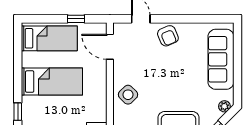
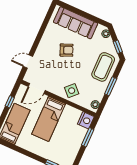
armchair: (168, 36) -> (67, 50), moved
bed: (52, 82) -> (49, 119), moved, turned 180

